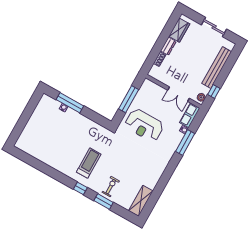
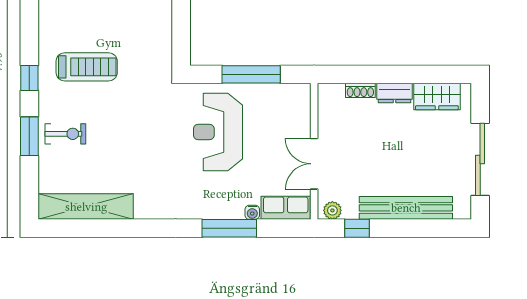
sliding door: (214, 27) -> (480, 159), width x1.37
shelving: (141, 201) -> (86, 207), width x1.47

